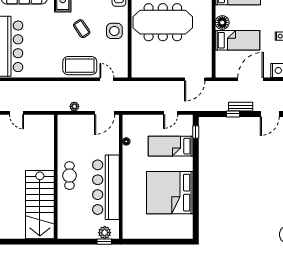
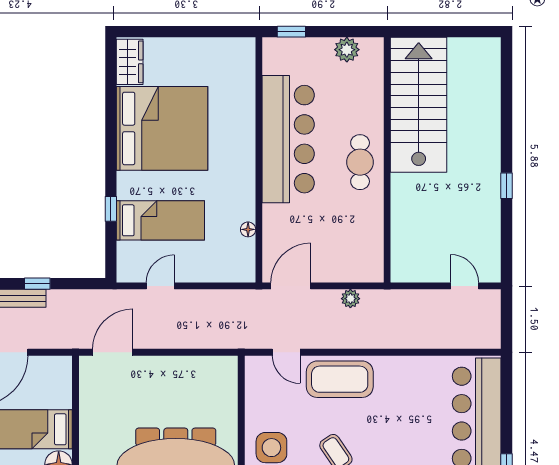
window: (196, 132) -> (111, 209), moved
wardrobe: (186, 226) -> (130, 62), added
plant: (105, 233) -> (347, 50), moved

